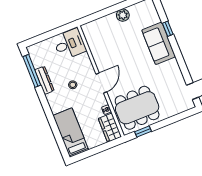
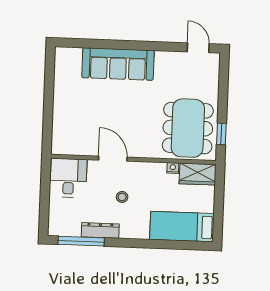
plant: (123, 15) -> (62, 94), removed
window: (168, 29) -> (105, 44), removed
sofa: (159, 43) -> (118, 64), width x1.36
door: (101, 83) -> (113, 159), moved

